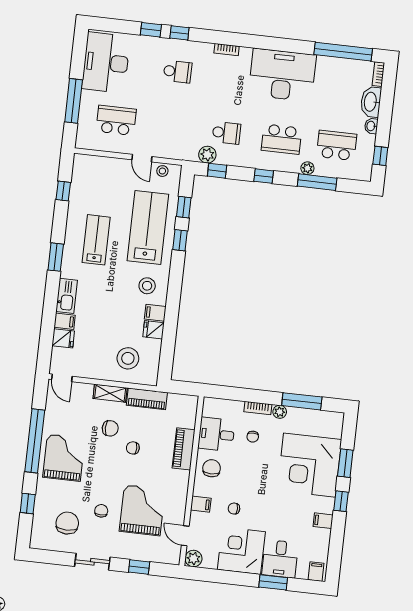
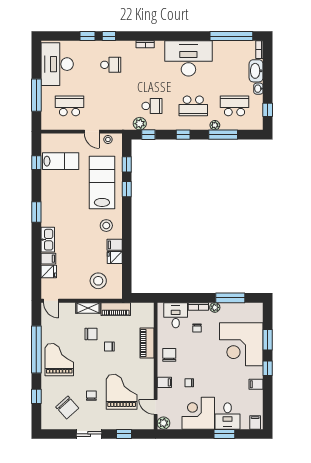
lab bench: (96, 240) -> (61, 161), moved, turned 90
desk: (216, 434) -> (176, 315), moved, turned 90
chair: (67, 523) -> (67, 408), turned 138

